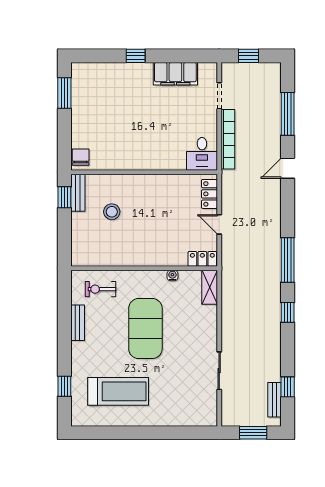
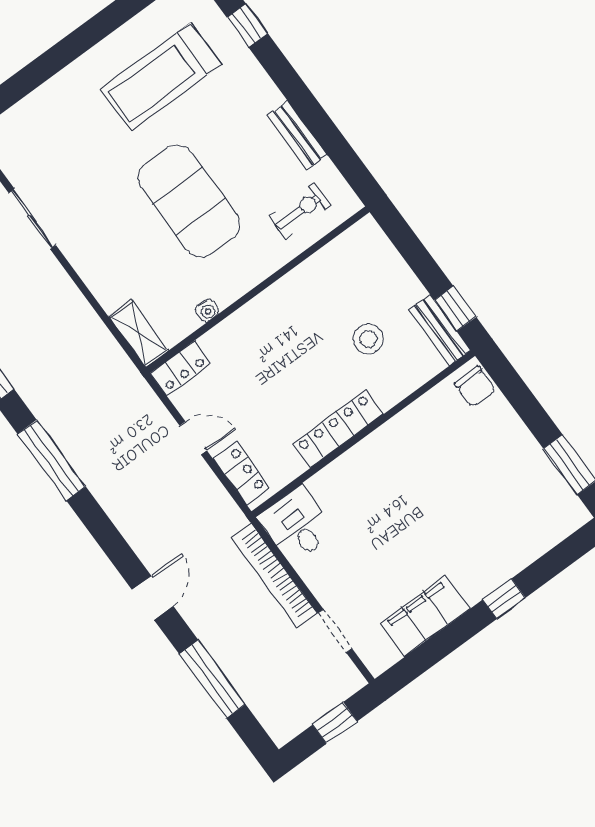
locker: (153, 182) -> (338, 429), added

